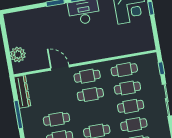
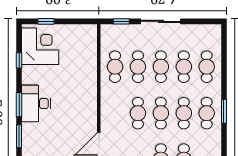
cafe table: (87, 76) -> (161, 113), moved

